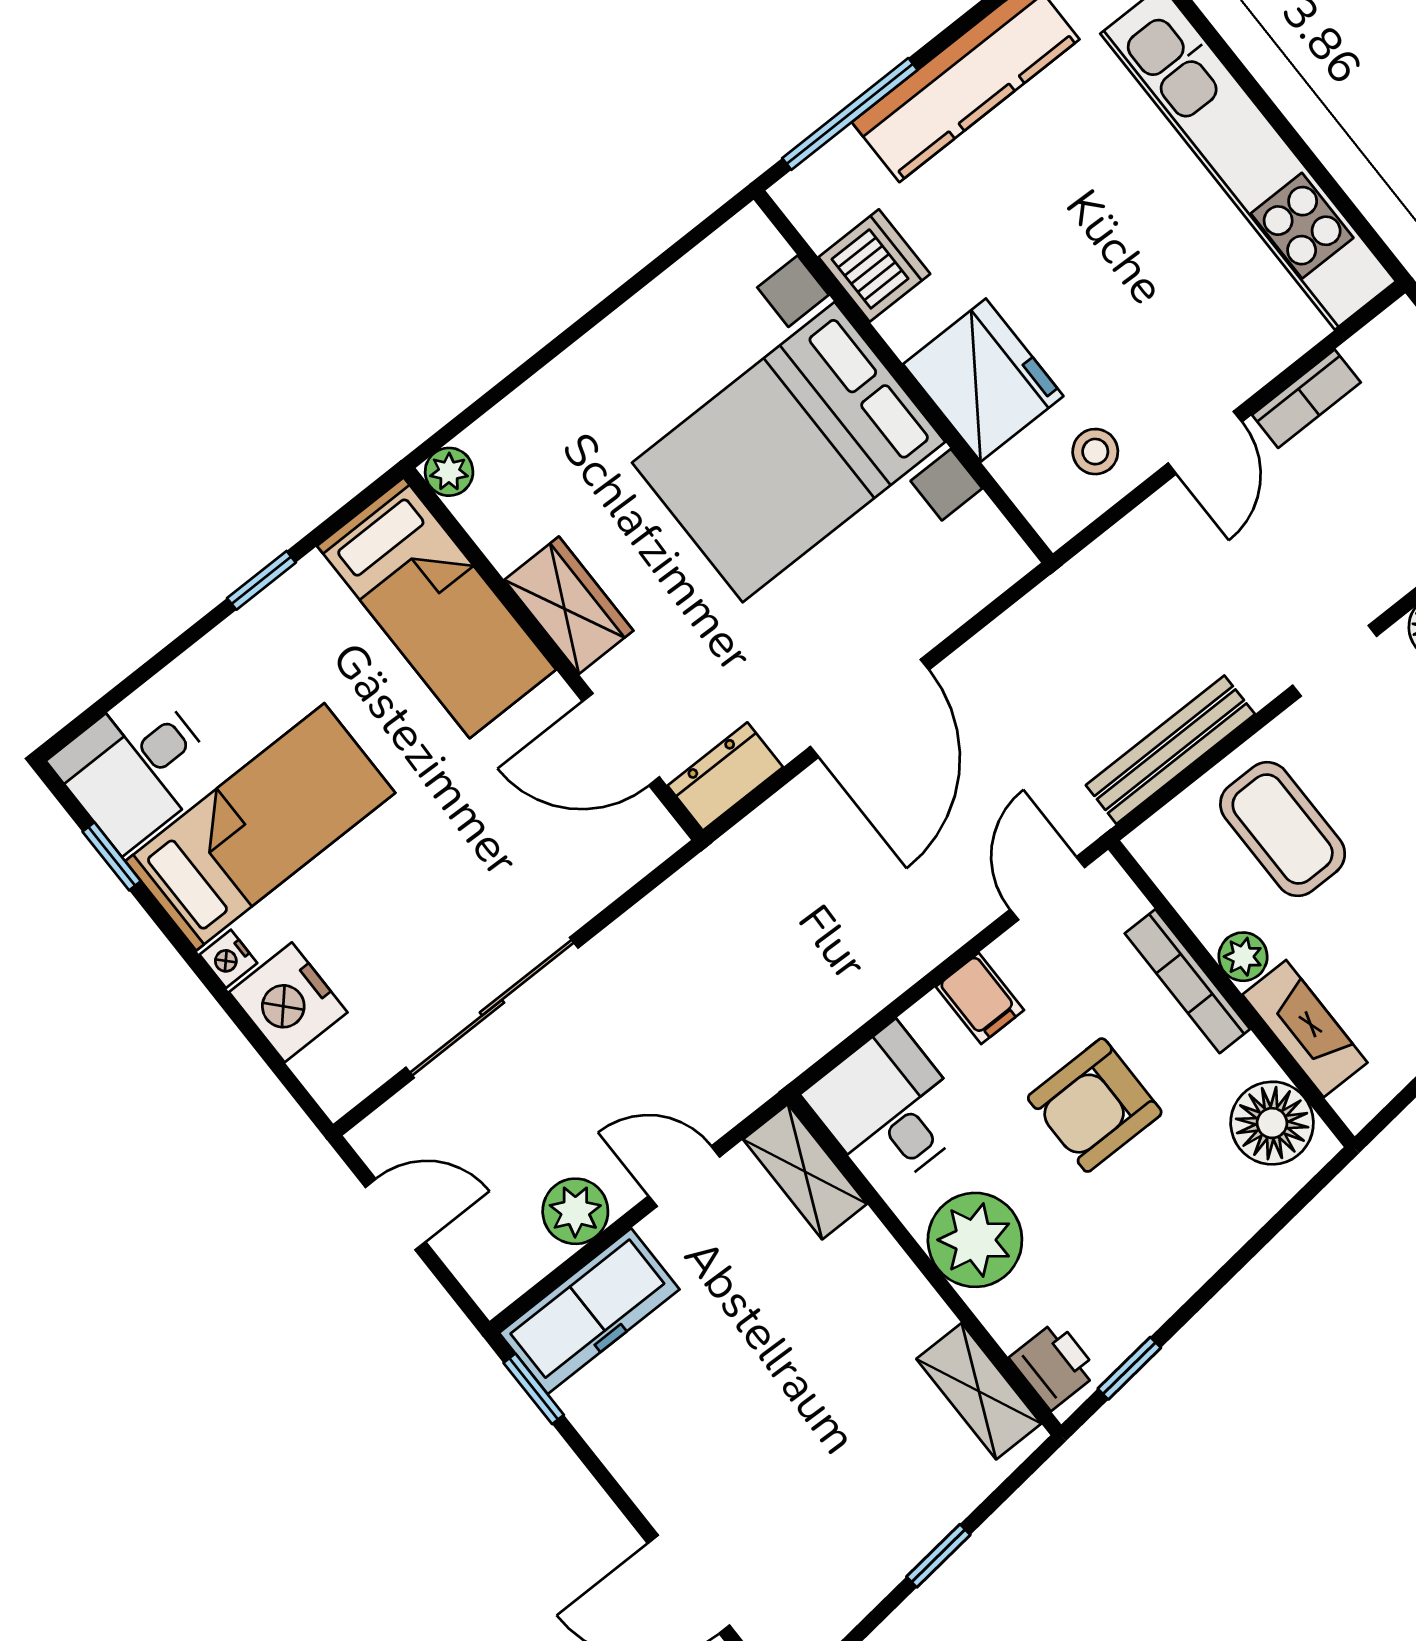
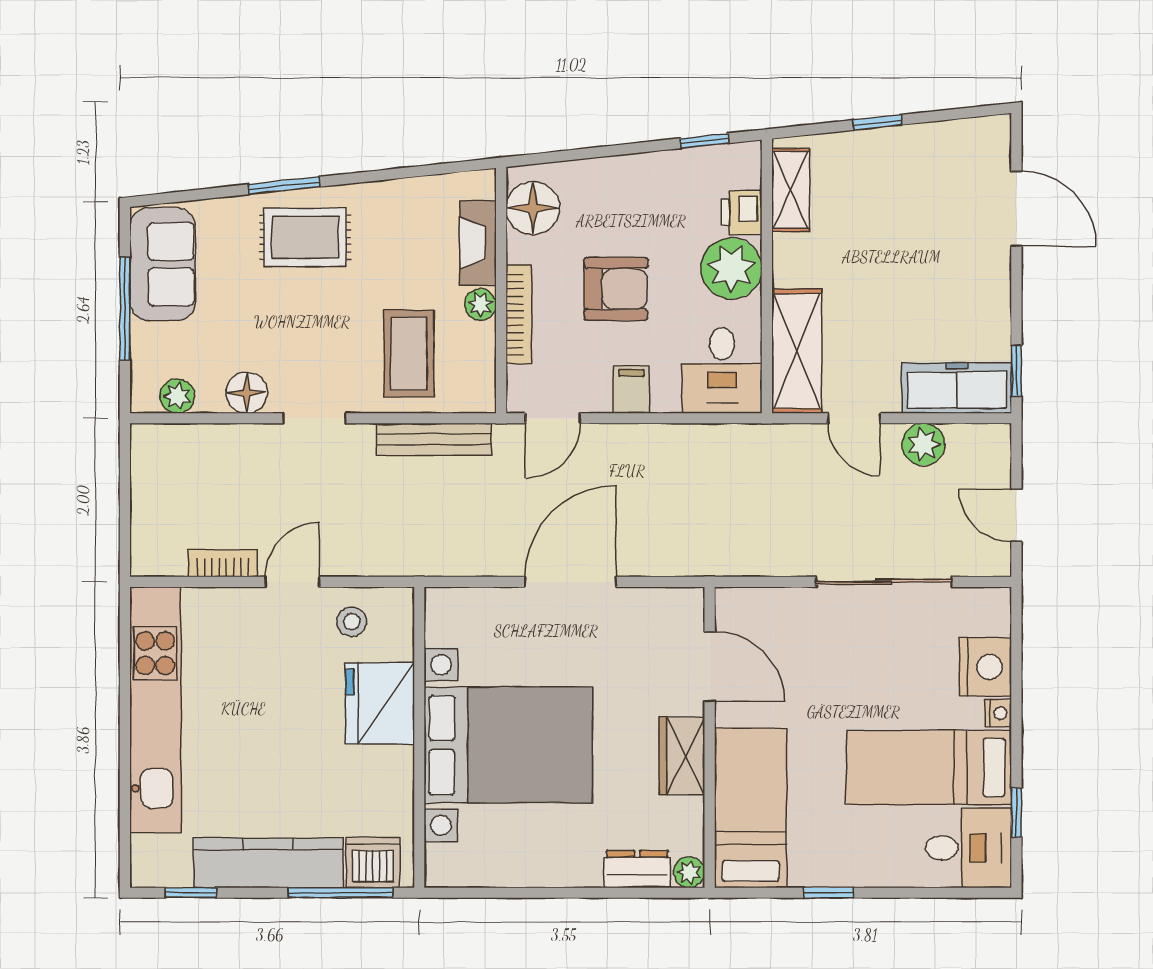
dishwasher: (874, 266) -> (373, 863), moved, turned 90
dresser: (725, 776) -> (637, 869), moved, turned 180
shelving: (805, 1172) -> (797, 351), width x1.50, depth x1.33
printer: (1054, 1365) -> (742, 212), moved

